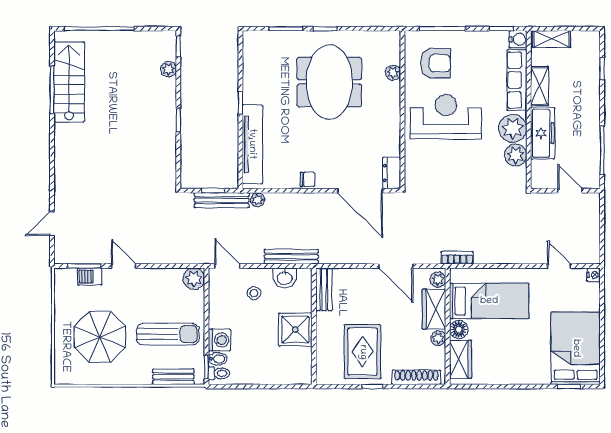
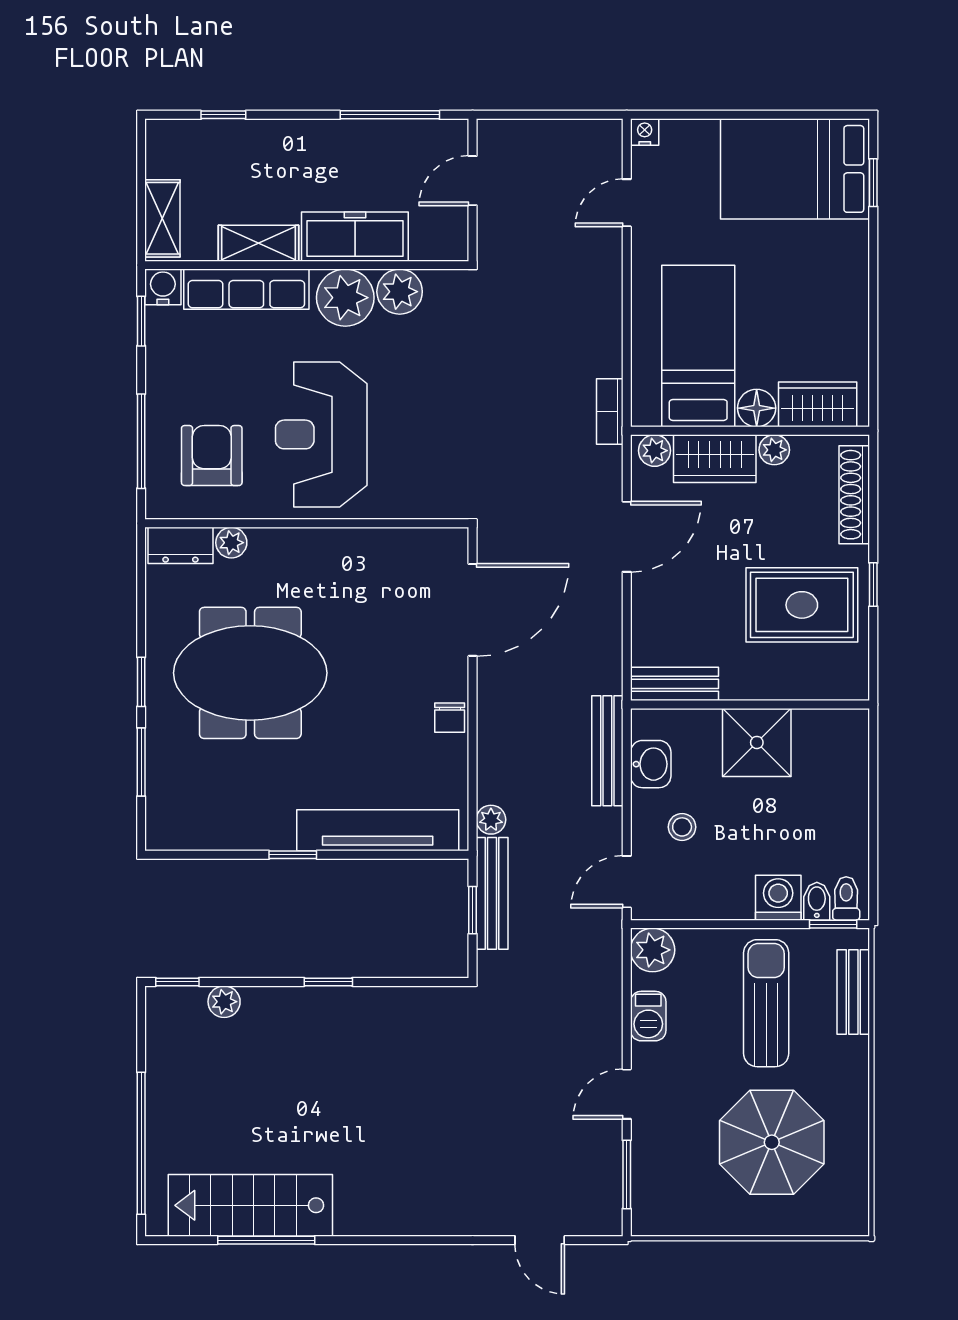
dresser: (392, 173) -> (180, 545), moved
chair: (307, 179) -> (450, 718), turned 180
barbecue: (90, 277) -> (648, 1016), moved

